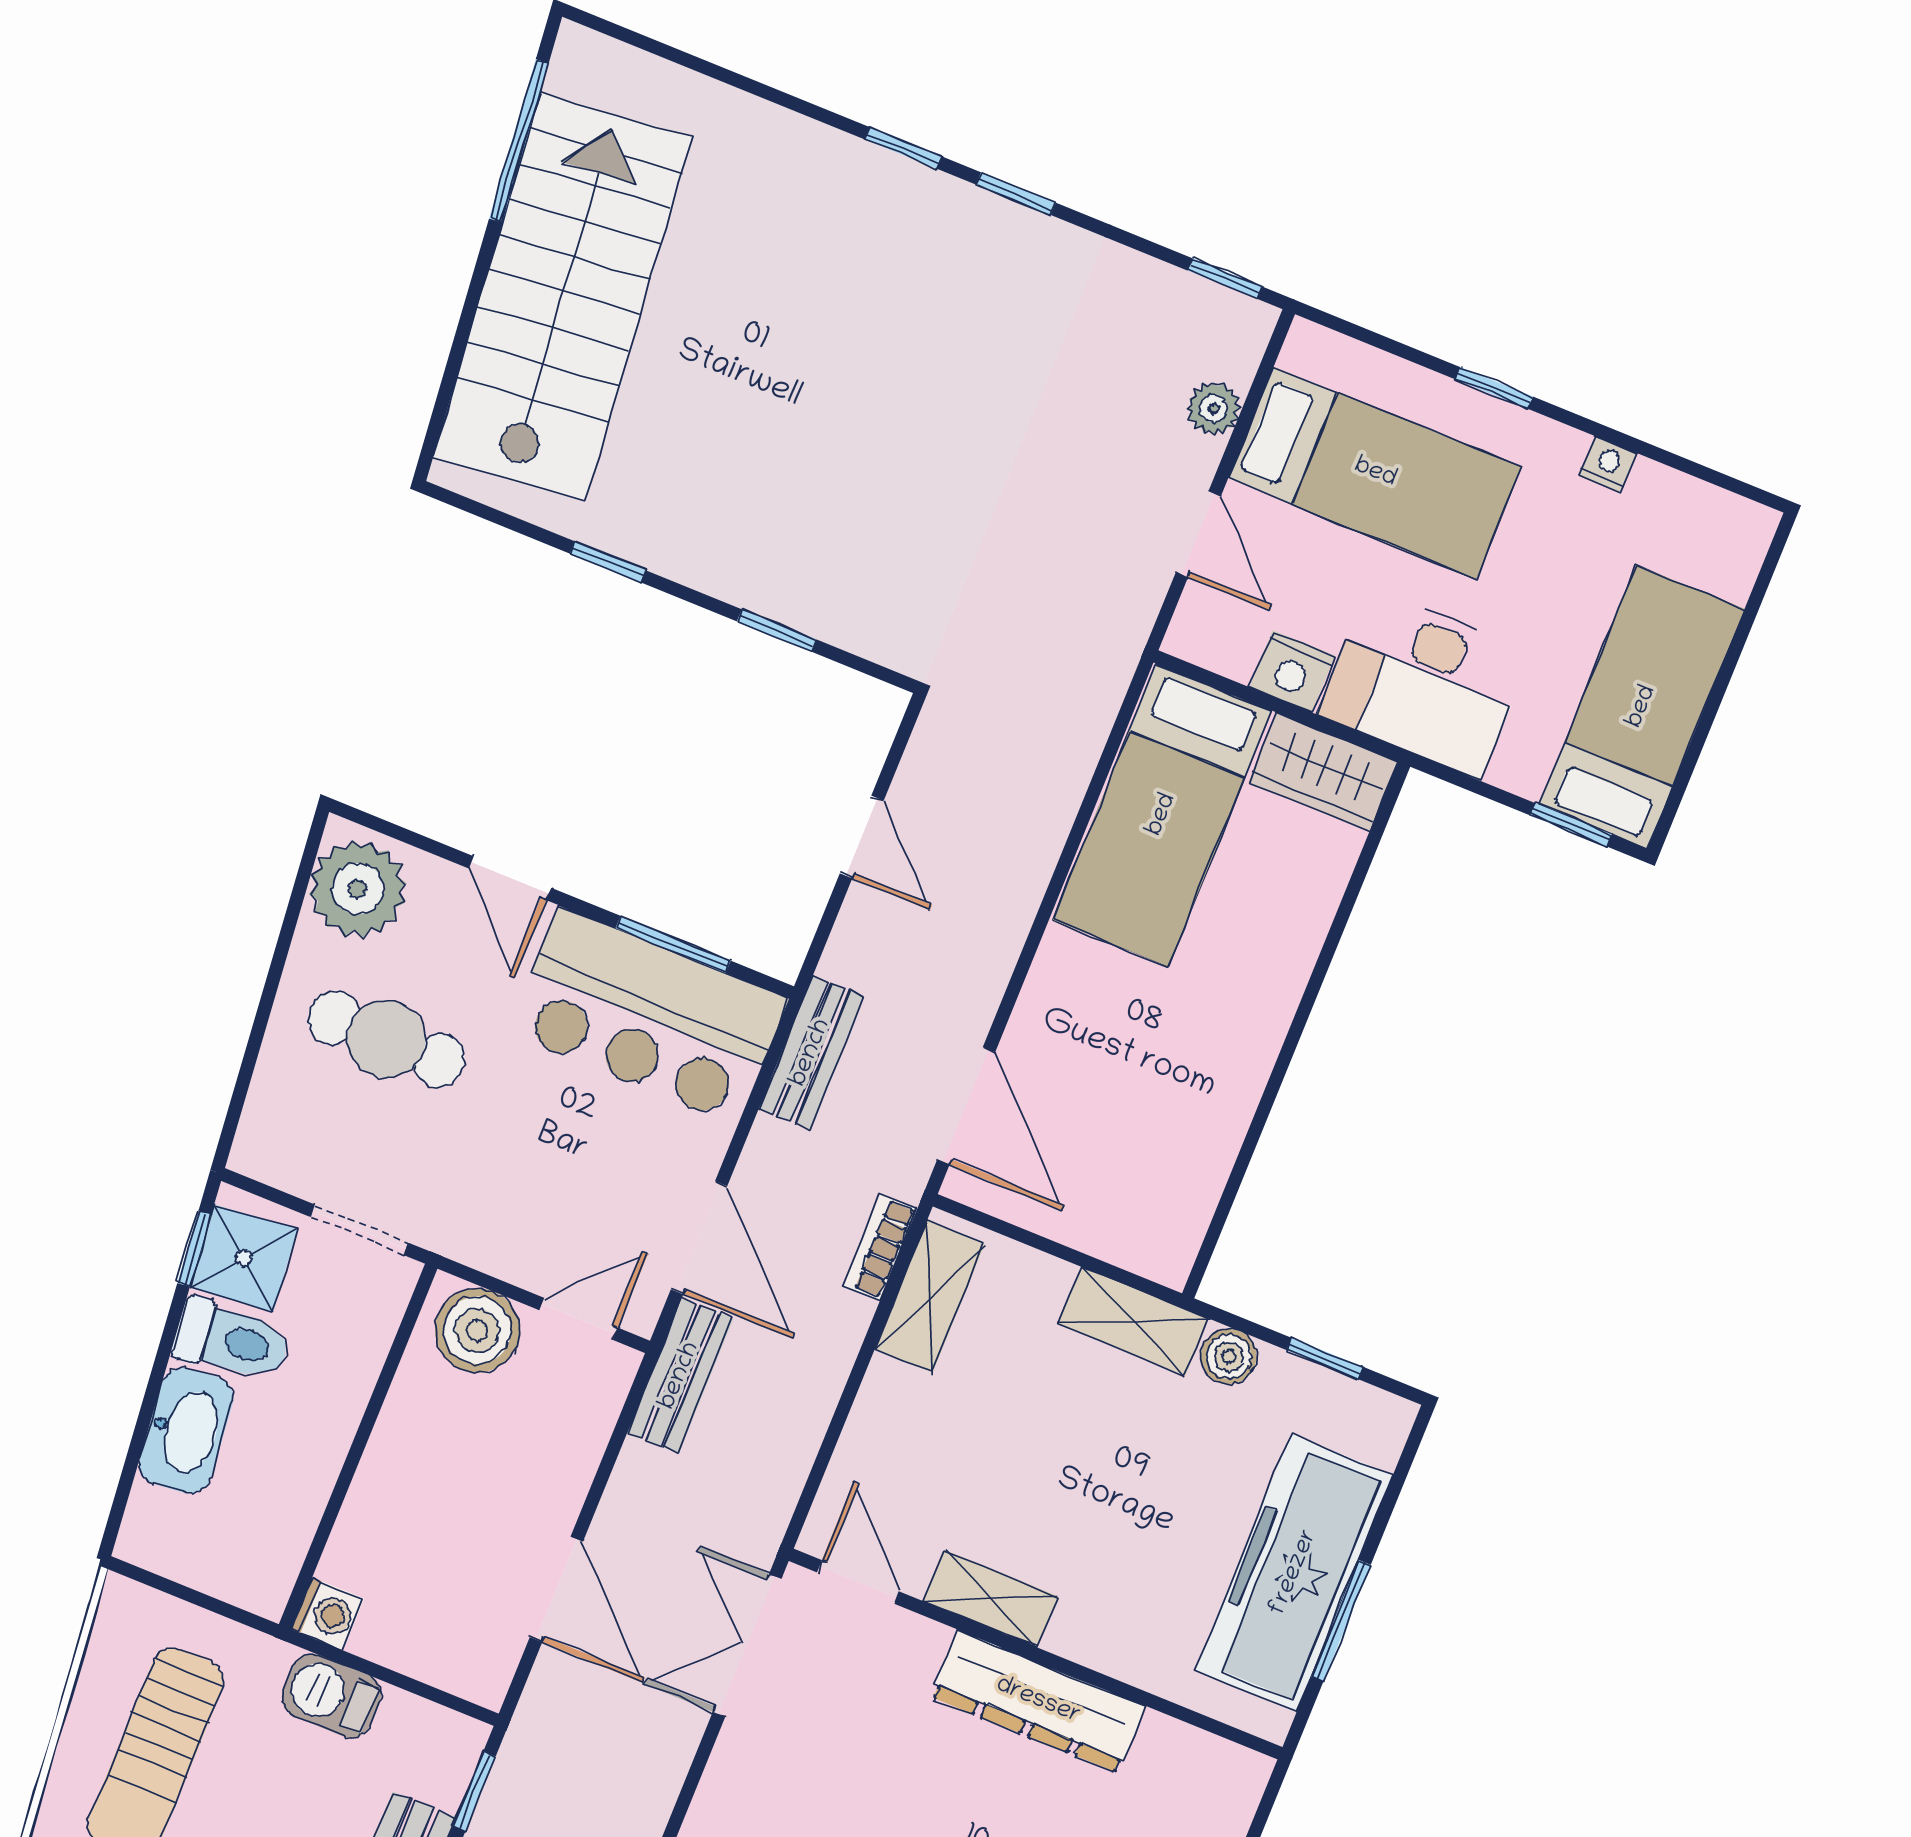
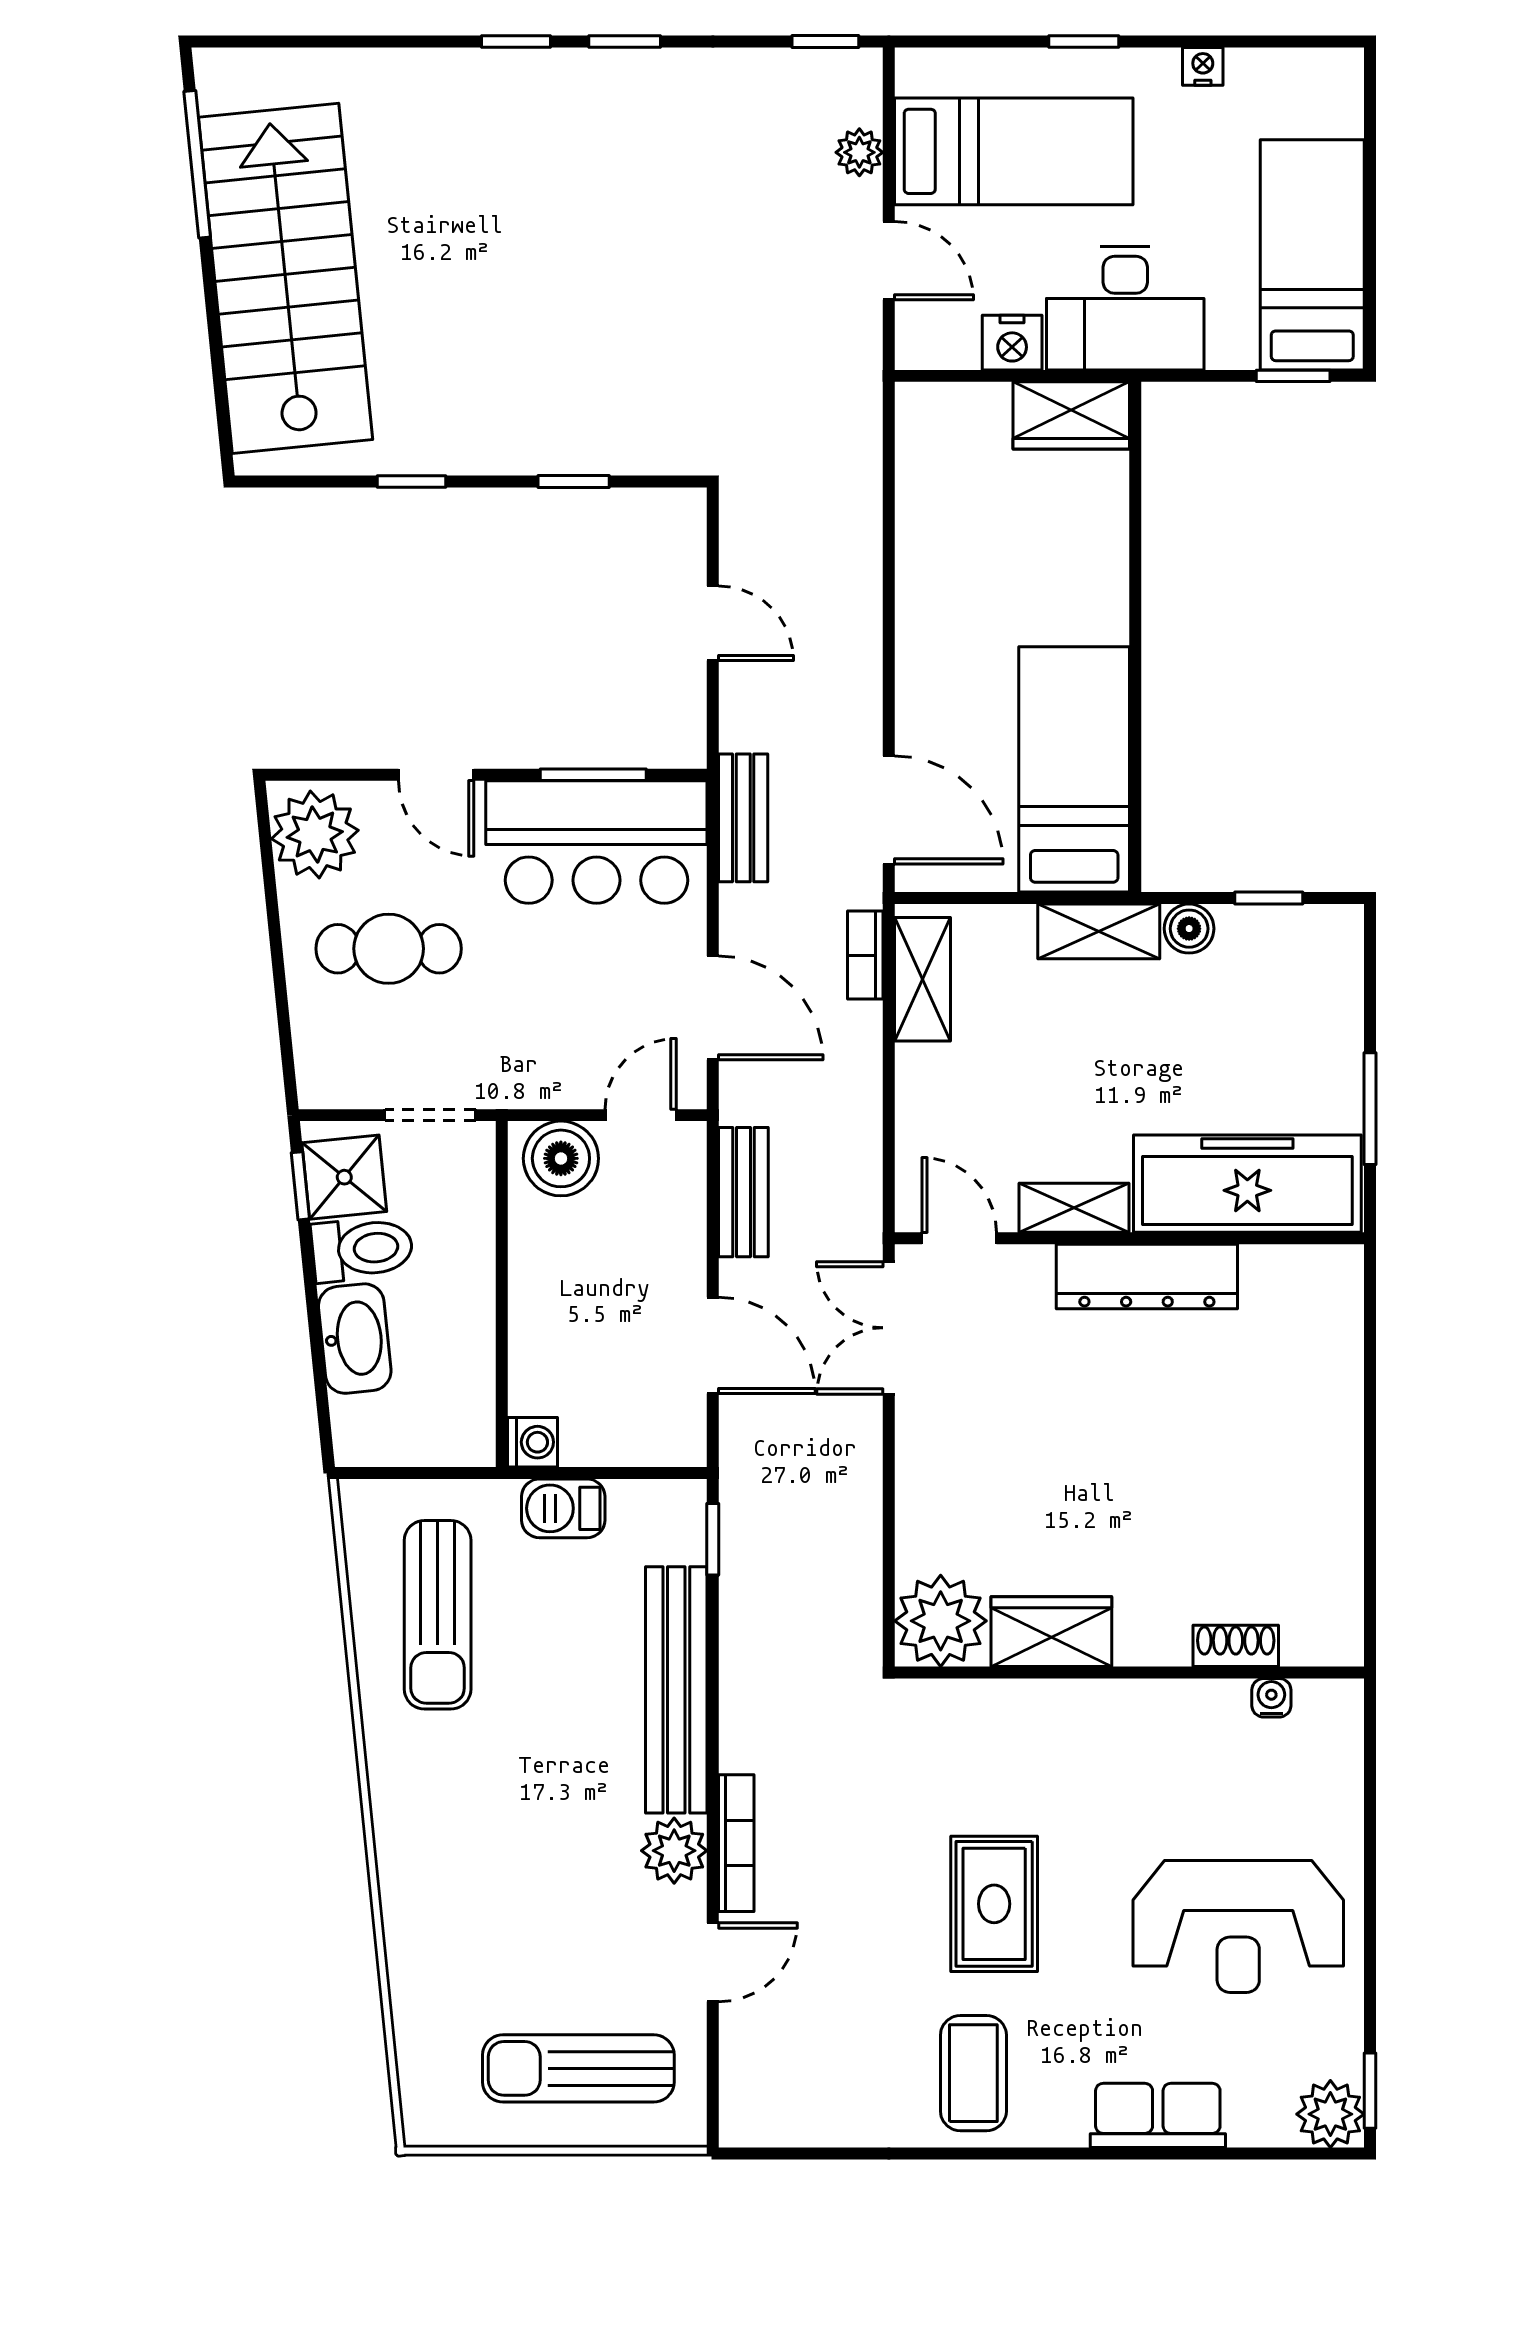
bed: (1162, 815) -> (1074, 769), moved, turned 180
bench: (680, 1376) -> (743, 1192), moved
freezer: (1294, 1573) -> (1247, 1184), moved, turned 90

